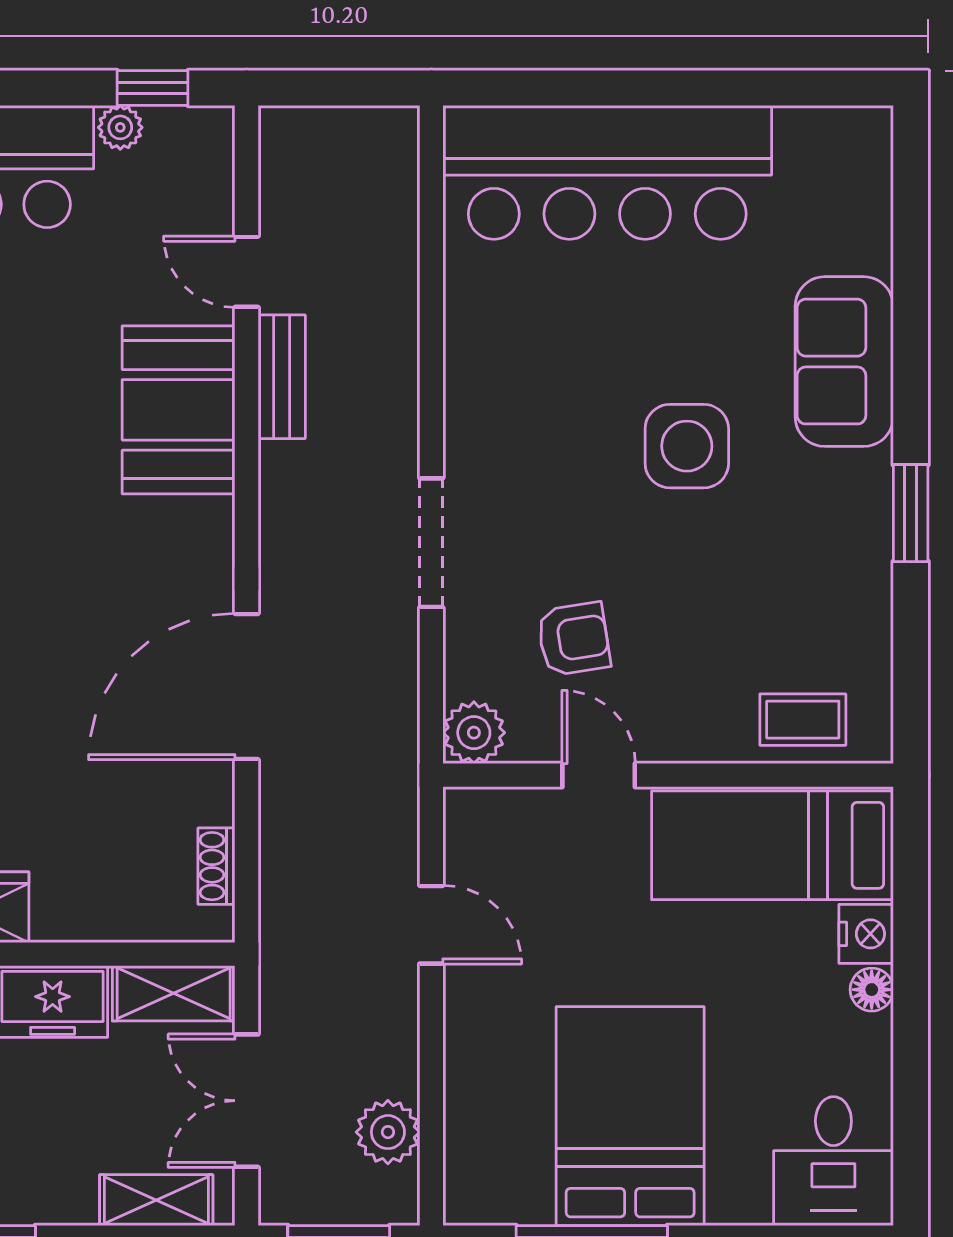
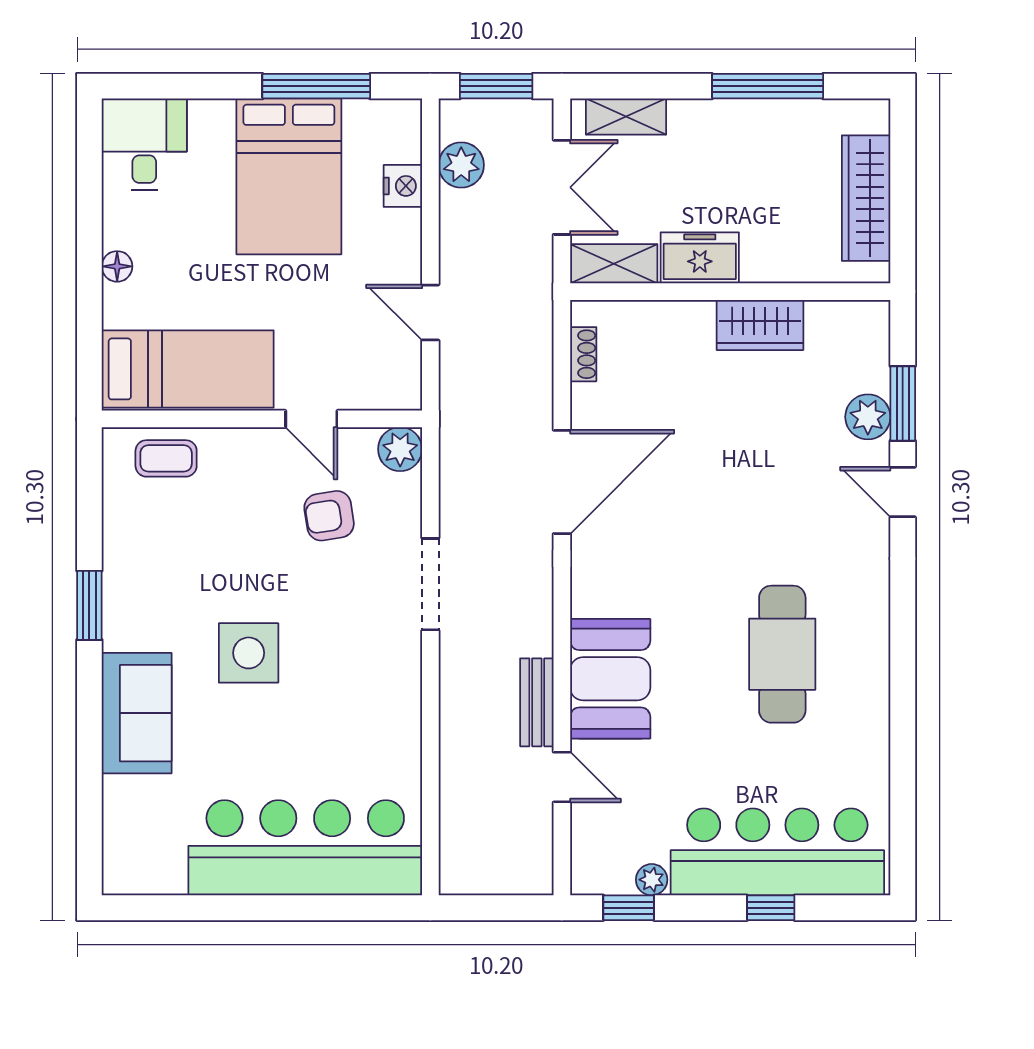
nightstand: (866, 934) -> (403, 186), moved, turned 180

